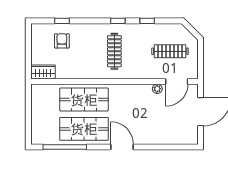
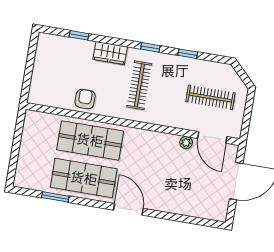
armchair: (62, 41) -> (85, 99), moved
wardrobe: (43, 72) -> (110, 53), moved, turned 180
door: (177, 81) -> (212, 137), hinge flipped
window: (65, 147) -> (55, 197), width x0.47

